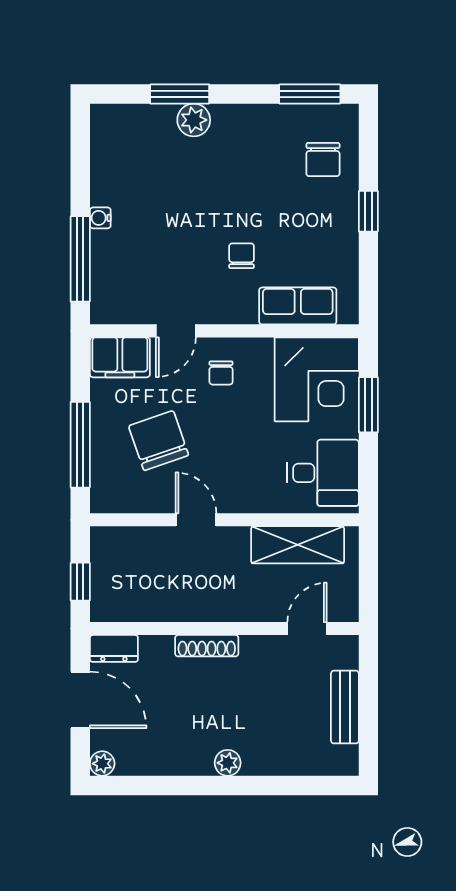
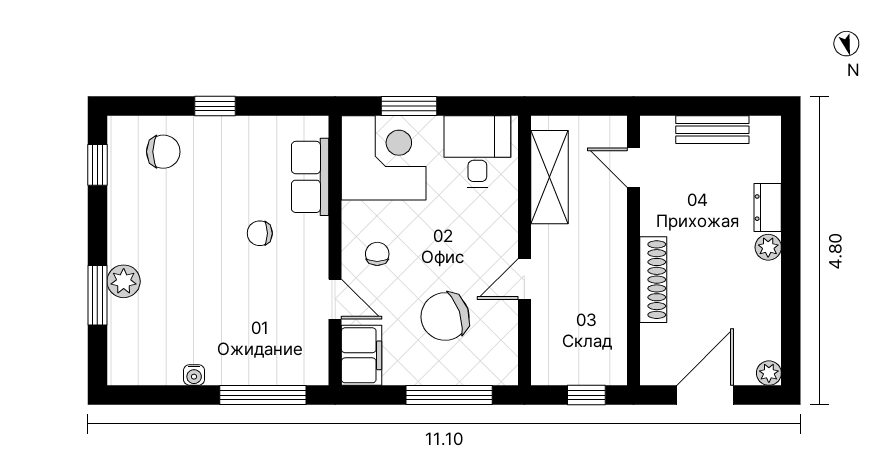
window: (310, 94) -> (97, 165), width x0.67
water cooler: (100, 218) -> (194, 375), moved
chair: (221, 373) -> (377, 254), turned -90
shoe rack: (207, 646) -> (653, 280), width x1.36, depth x1.24
dresser: (114, 648) -> (768, 208), moved, turned 180

